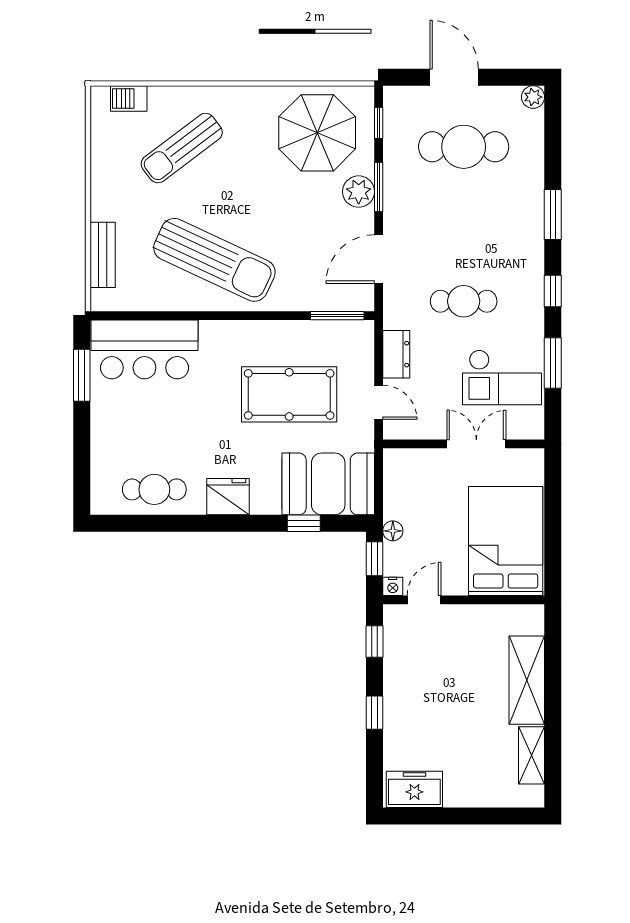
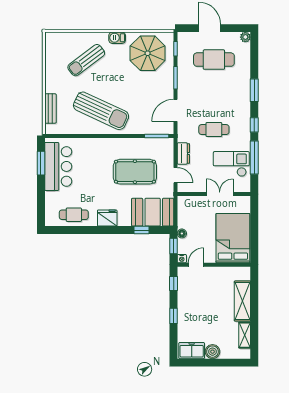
barbecue: (129, 98) -> (117, 38), moved
plant: (359, 192) -> (166, 80), removed
bar counter: (144, 349) -> (58, 166), moved, turned -90
window: (553, 363) -> (254, 157), width x1.44
checkout: (502, 377) -> (231, 164), turned 180
boiler: (461, 792) -> (213, 352), added

